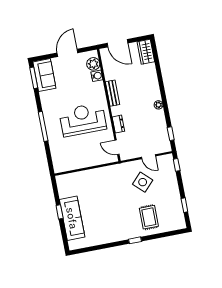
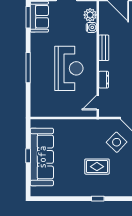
reception desk: (83, 120) -> (69, 68), turned 90
door: (117, 147) -> (98, 102), hinge flipped
rug: (149, 217) -> (97, 167), moved, turned 90
sofa: (72, 218) -> (42, 157), width x1.36, depth x1.27

